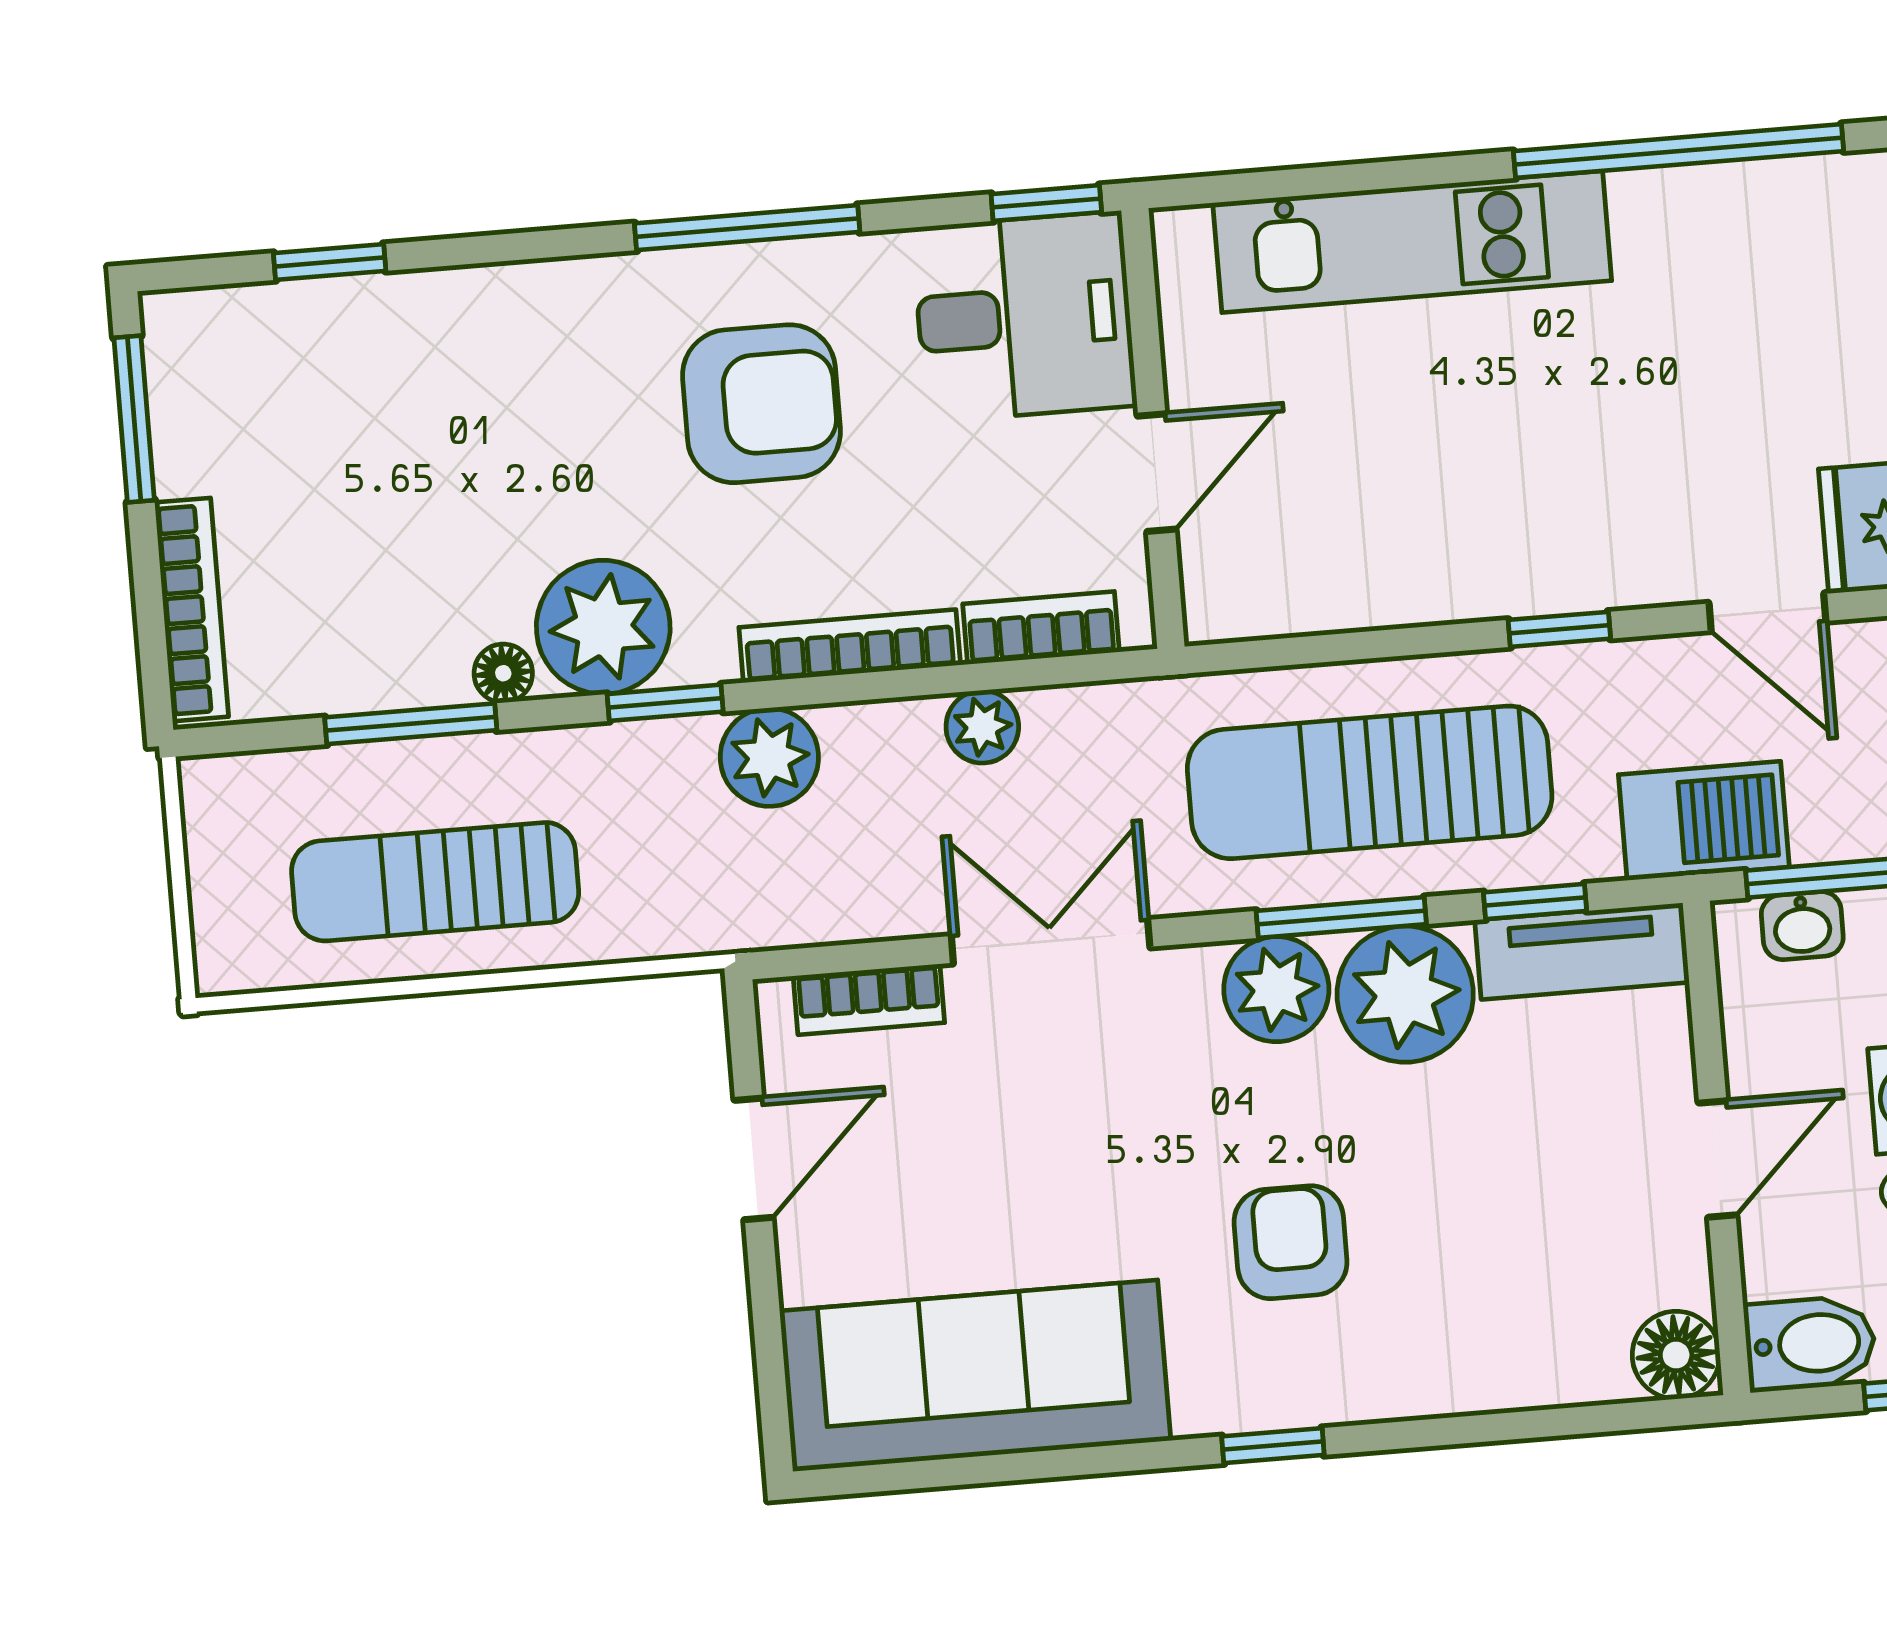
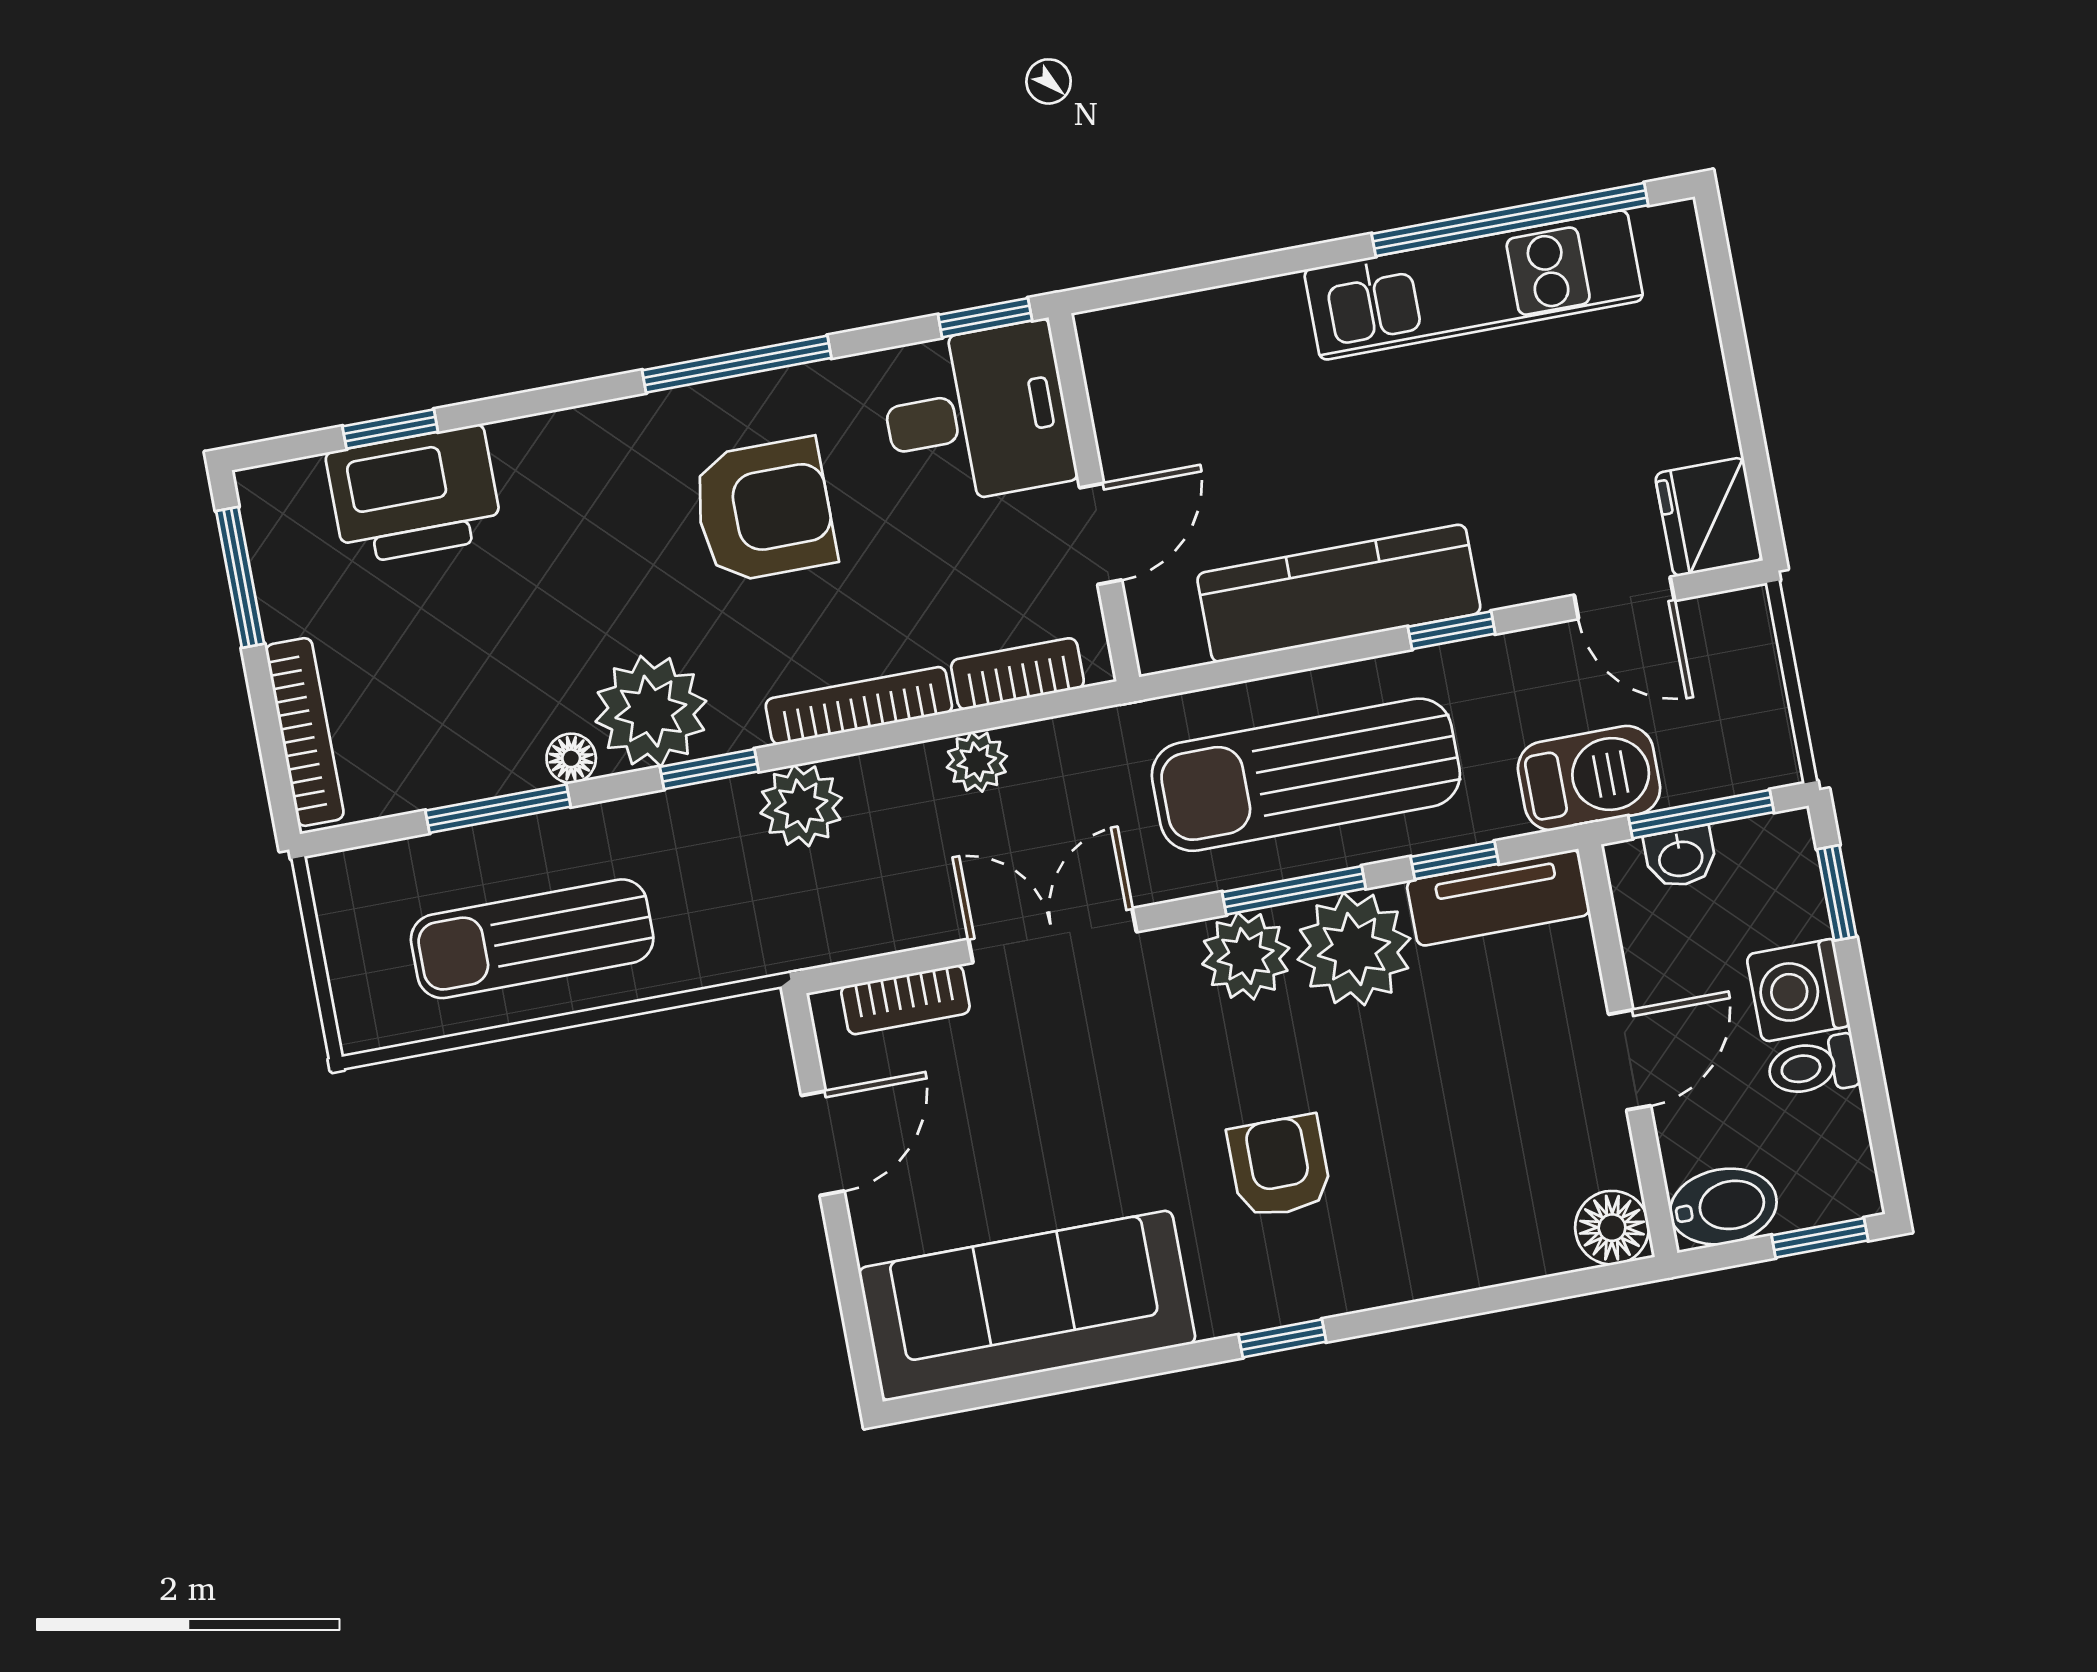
kitchen unit: (1412, 242) -> (1474, 285), moved
printer: (350, 343) -> (414, 495), added
kitchen counter: (1431, 572) -> (1339, 593), added

